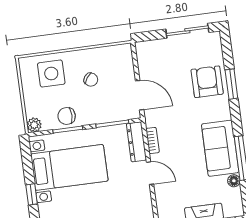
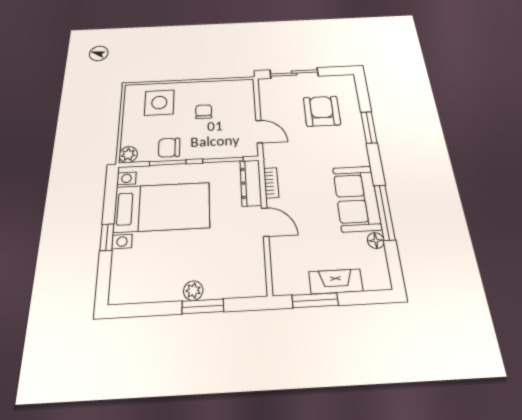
sliding door: (187, 31) -> (294, 73), moved
chair: (91, 80) -> (204, 112), turned -126
armchair: (207, 82) -> (322, 111), moved
door: (140, 95) -> (259, 132), width x0.73

